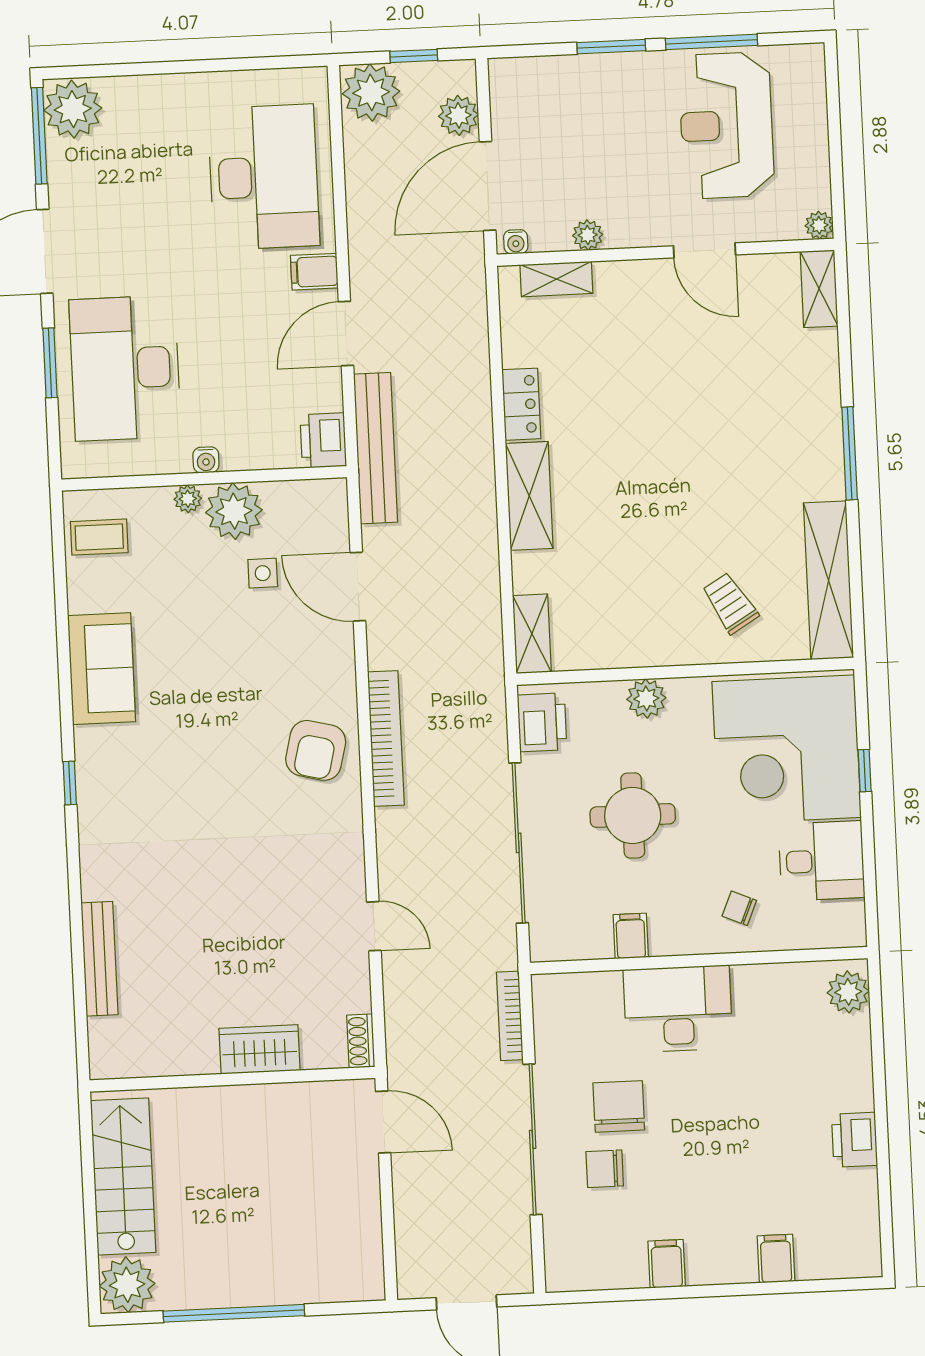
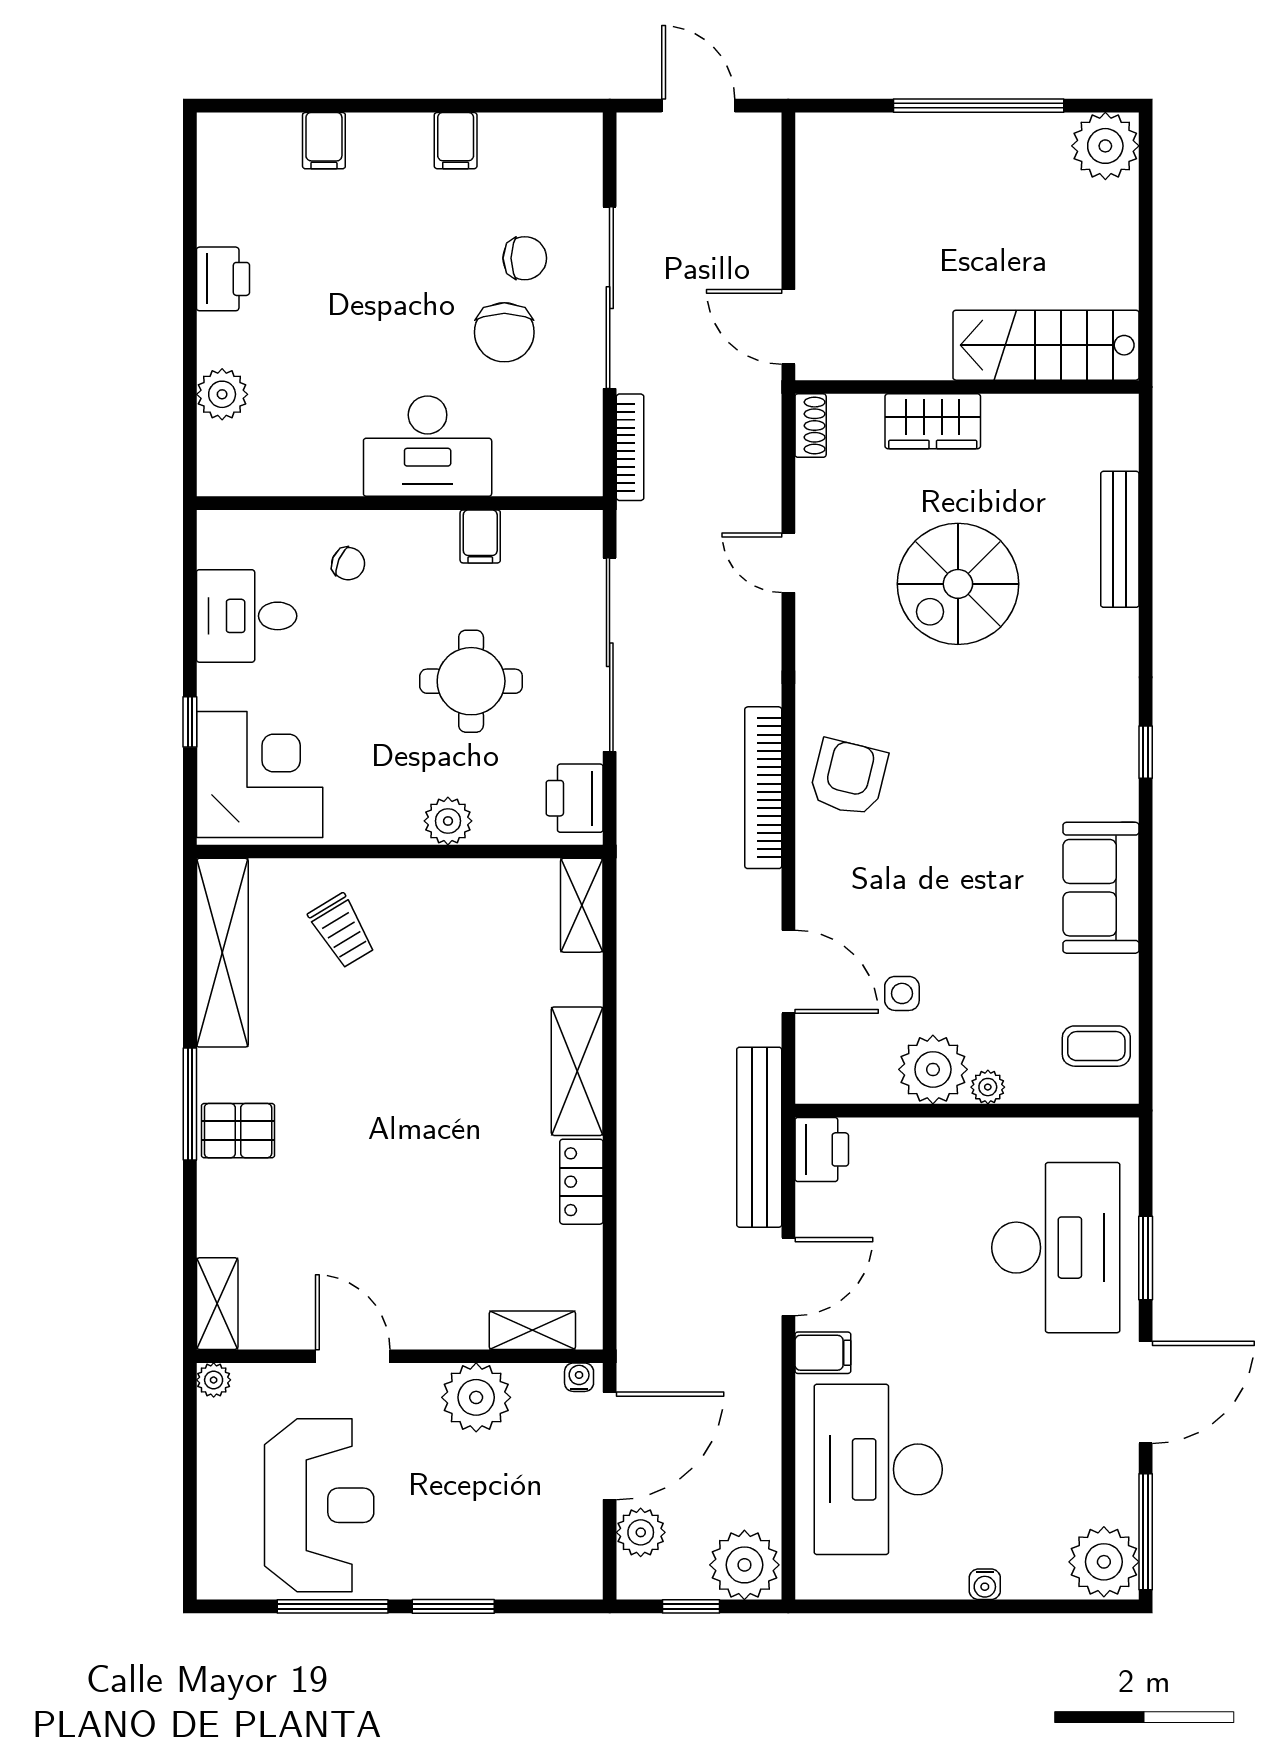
plant: (588, 235) -> (476, 1397), width x1.87, depth x1.87
pallet: (809, 433) -> (238, 1131), added
water cooler: (206, 460) -> (985, 1584), moved, turned 180
corner desk: (787, 750) -> (260, 774), width x0.74, depth x0.74
spiral stairs: (232, 915) -> (958, 584), added
plant: (848, 992) -> (222, 394), moved
stairs: (123, 1177) -> (1046, 345), moved, turned 90

